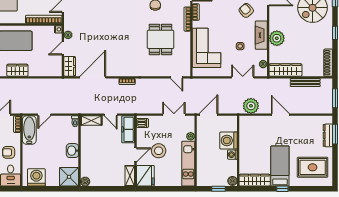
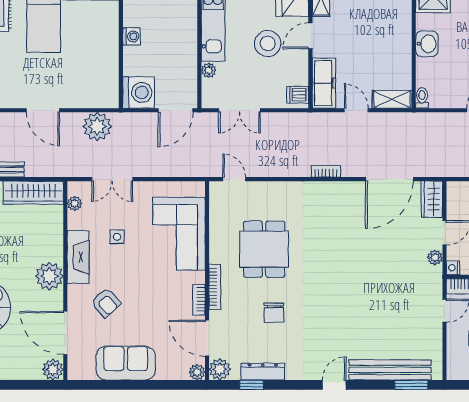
plant: (277, 38) -> (49, 276), moved
washing machine: (228, 141) -> (139, 92), moved

